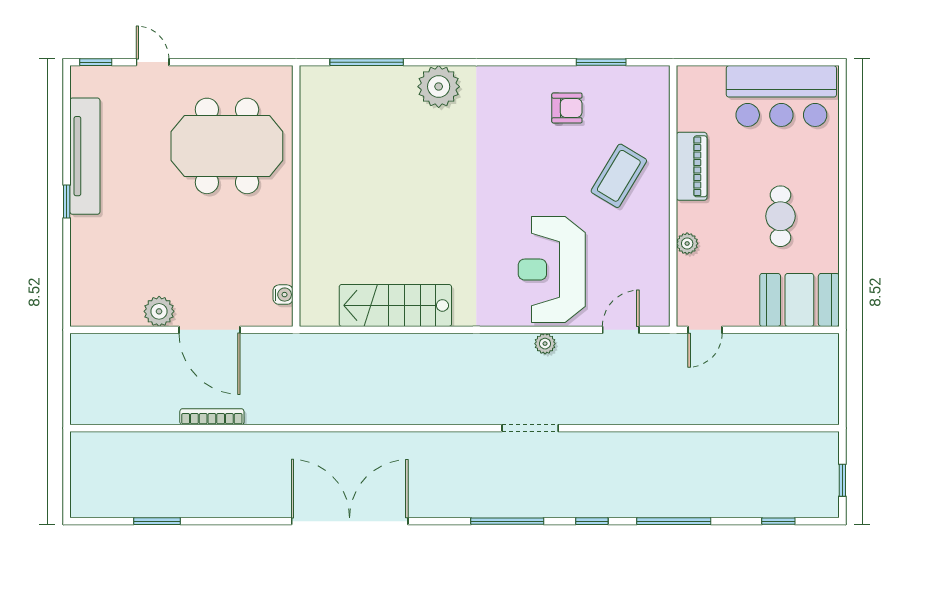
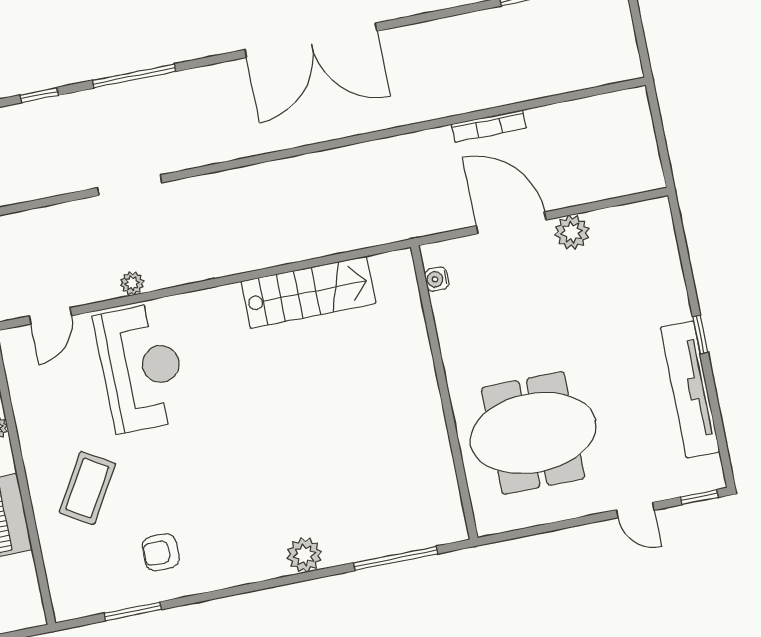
plant: (439, 87) -> (304, 555), width x0.73, depth x0.73

